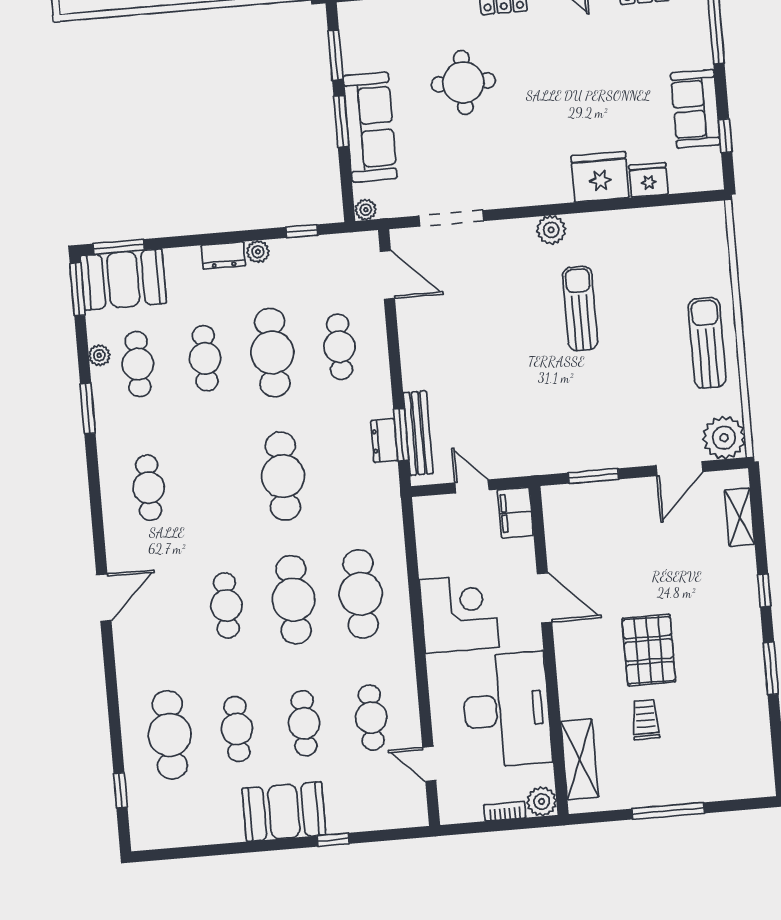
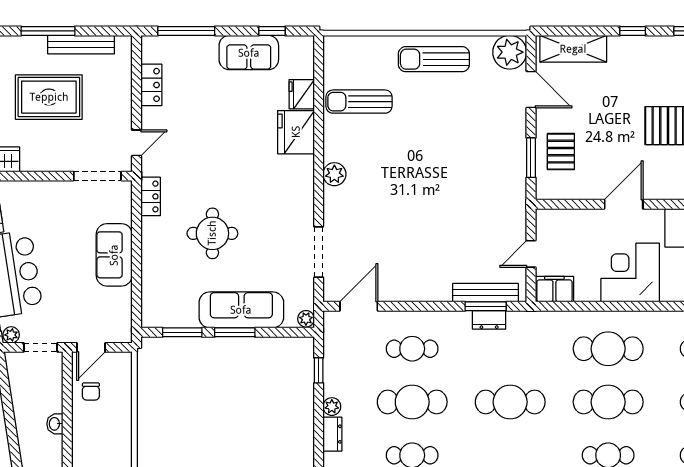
sun lounger: (580, 309) -> (359, 102), moved
filing cabinet: (515, 512) -> (554, 289), moved, turned 180
pallet: (604, 513) -> (561, 152), added
shelving: (740, 517) -> (573, 49), width x1.50, depth x1.33

